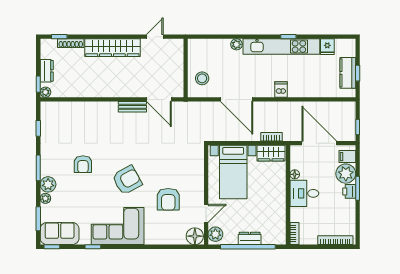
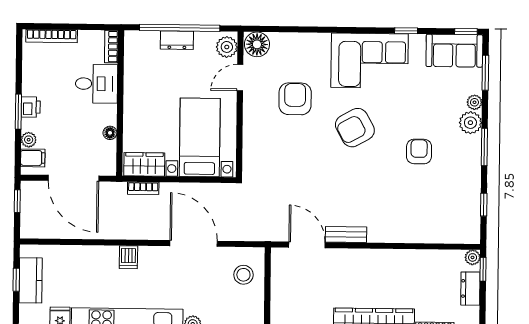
plant: (346, 174) -> (29, 140), width x0.53, depth x0.53
desk: (304, 193) -> (97, 84), moved

